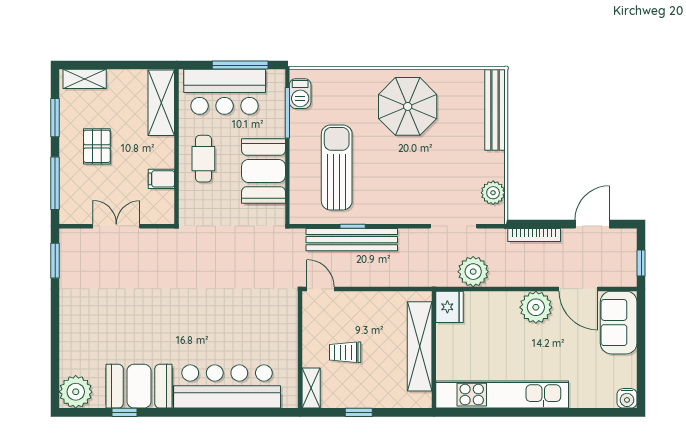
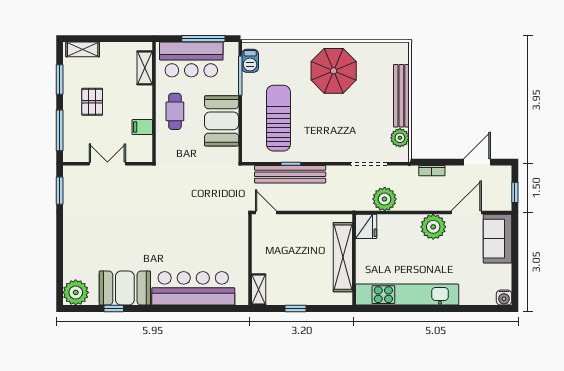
shelving: (161, 103) -> (145, 68), width x0.67, depth x0.75
bench: (495, 110) -> (401, 96), moved
bookcase: (534, 235) -> (432, 171), width x0.64
door: (578, 289) -> (466, 213), swing flipped
trolley: (345, 352) -> (285, 262), removed

